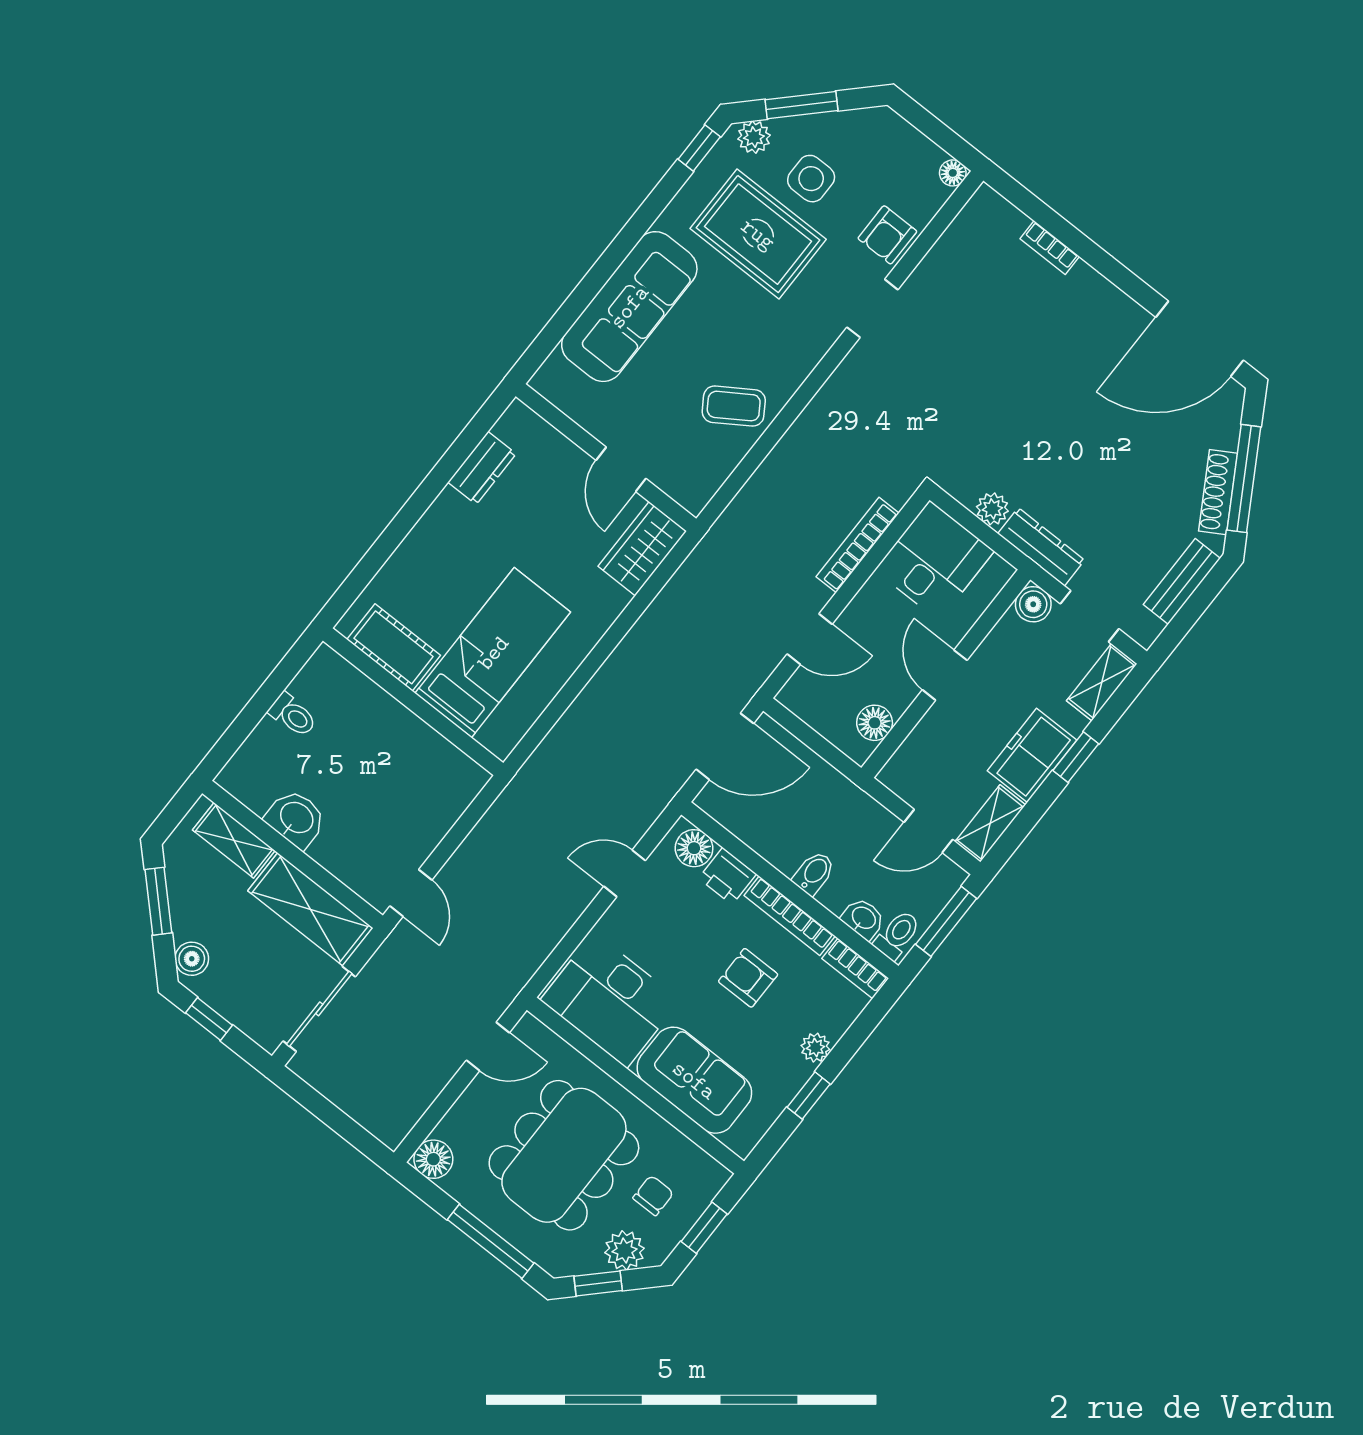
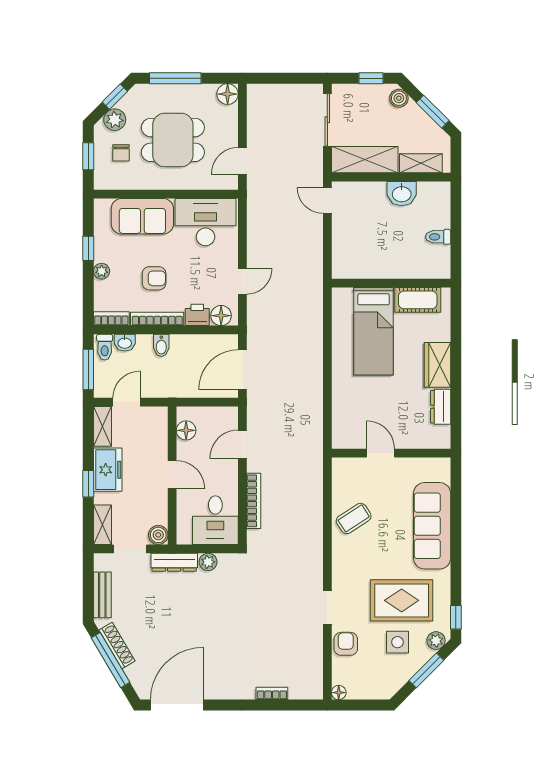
wardrobe: (642, 549) -> (437, 365), moved, turned 180
dining table: (564, 1155) -> (173, 140), width x0.73

